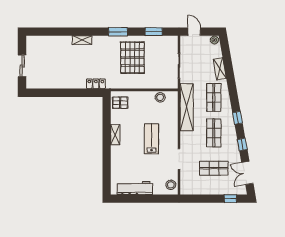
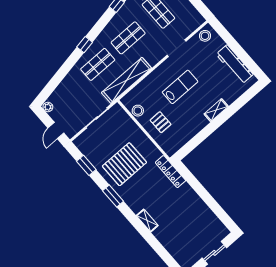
shelving: (220, 69) -> (69, 81), removed
locker: (96, 84) -> (170, 172), width x1.53
pallet: (120, 103) -> (161, 122), moved
window: (238, 118) -> (85, 45), moved
shelving: (115, 135) -> (216, 110), moved
lab bench: (151, 139) -> (180, 87), turned 180

